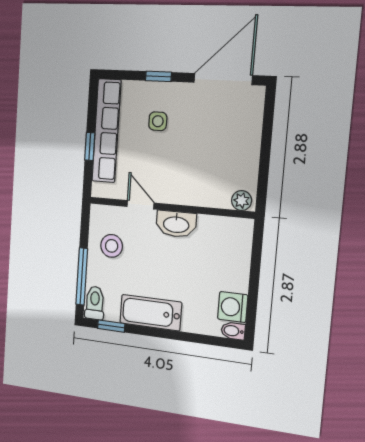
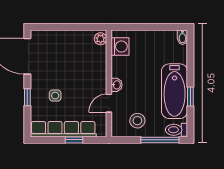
washbasin: (176, 224) -> (117, 85), width x0.52, depth x0.69
washing machine: (233, 307) -> (120, 46), moved, turned -90
bathtub: (151, 313) -> (175, 91), width x1.36, depth x1.36
window: (111, 326) -> (190, 97), moved

